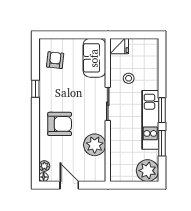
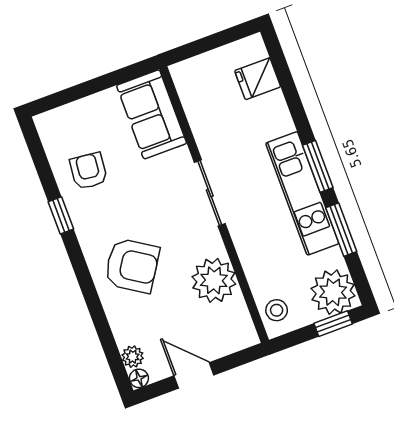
fridge: (119, 46) -> (258, 79), moved, turned 180
armchair: (55, 60) -> (89, 171), moved
stool: (129, 78) -> (277, 310), moved
armchair: (60, 124) -> (132, 266), turned 33
window: (142, 185) -> (333, 324), added

